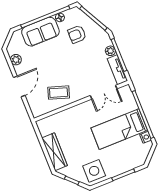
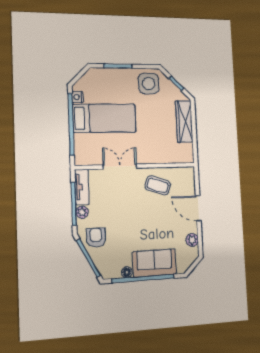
armchair: (77, 34) -> (96, 237), moved, turned -90
door: (19, 86) -> (198, 208), hinge flipped
double door: (104, 92) -> (120, 167), moved

